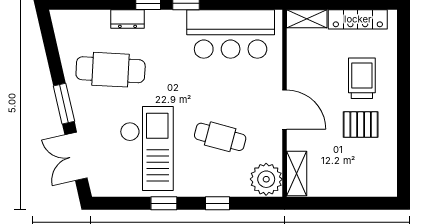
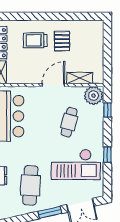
checkout: (147, 148) -> (76, 164), turned 180
shelving: (297, 174) -> (80, 78), moved
window: (217, 203) -> (107, 110), moved

